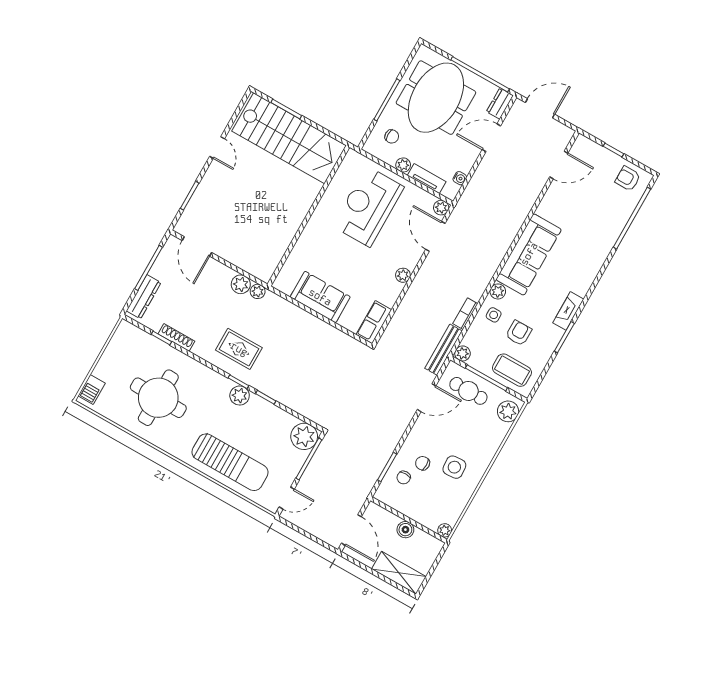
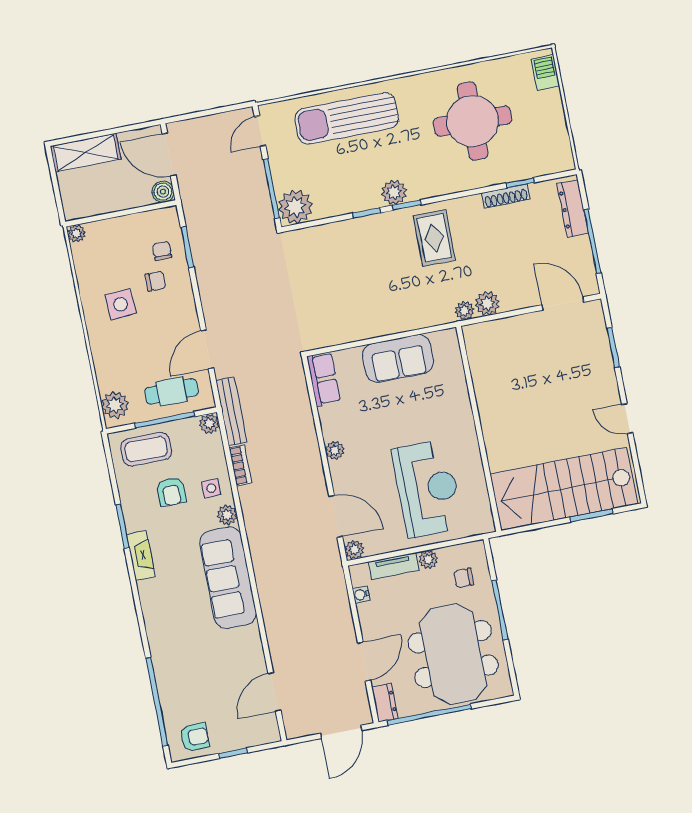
rug: (239, 349) -> (434, 238), turned 90
boiler: (405, 530) -> (163, 192), moved

